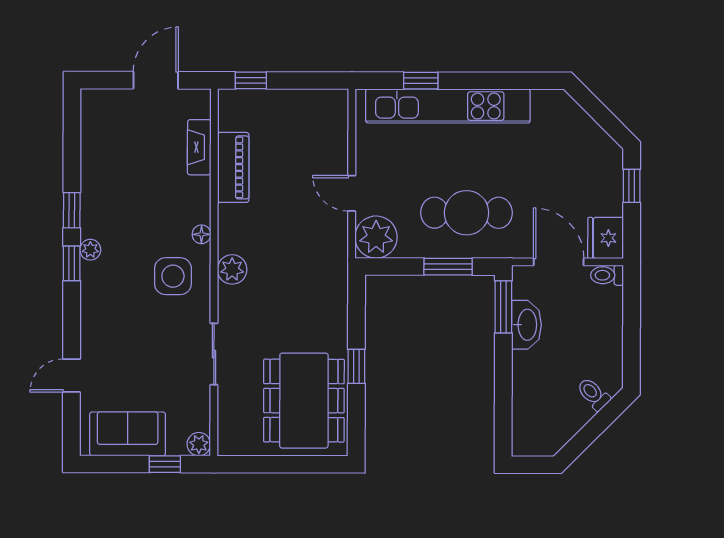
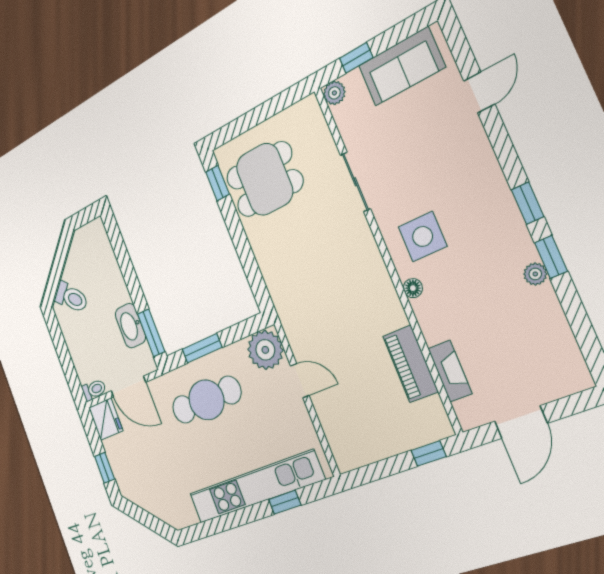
plant: (90, 250) -> (535, 274), moved
plant: (232, 269) -> (372, 267), removed
window: (356, 366) -> (217, 183), moved
toilet: (593, 394) -> (71, 297), width x1.37, depth x1.39
dining table: (304, 401) -> (264, 179), width x0.73

